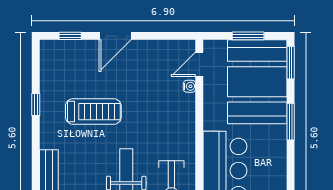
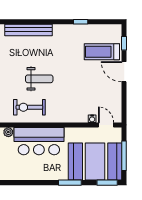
window: (248, 36) -> (124, 156), width x1.44
treadmill: (93, 112) -> (102, 52), moved, turned 90

